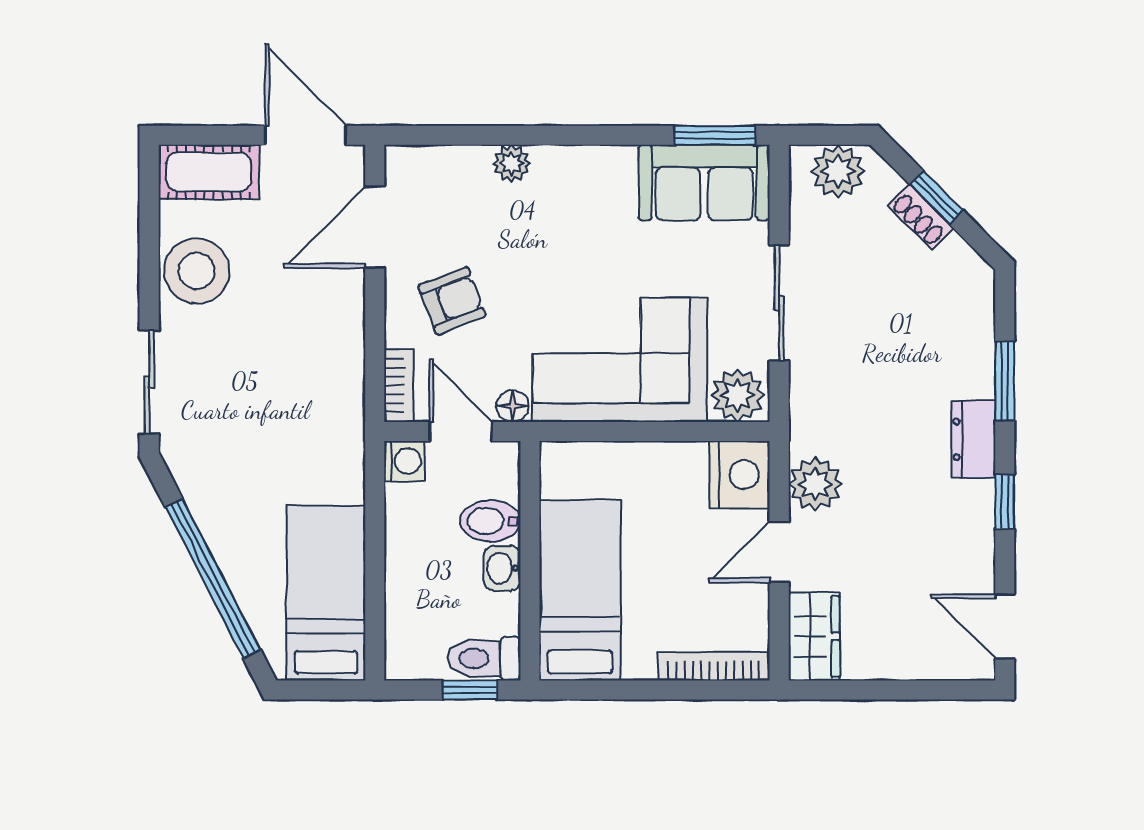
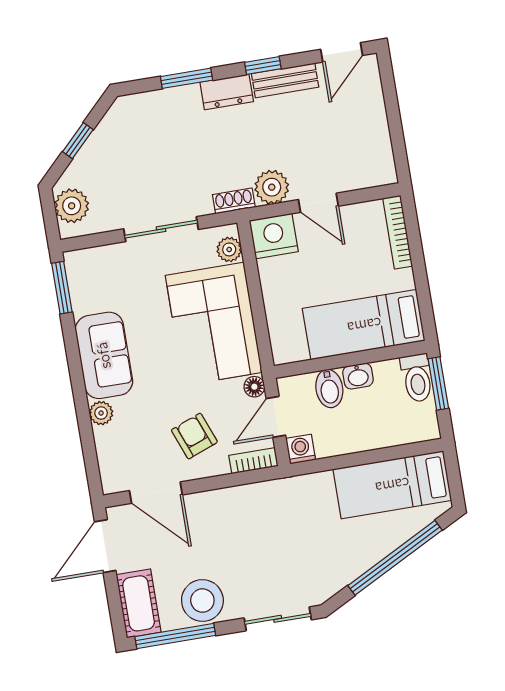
sofa: (704, 183) -> (104, 355), moved
shoe rack: (921, 217) -> (234, 201), moved, turned -135
window: (149, 220) -> (175, 636), added
plant: (738, 395) -> (229, 249), width x0.73, depth x0.73
bench: (976, 532) -> (285, 80), added
wardrobe: (814, 636) -> (368, 172), removed
window: (470, 690) -> (438, 384), width x1.50

